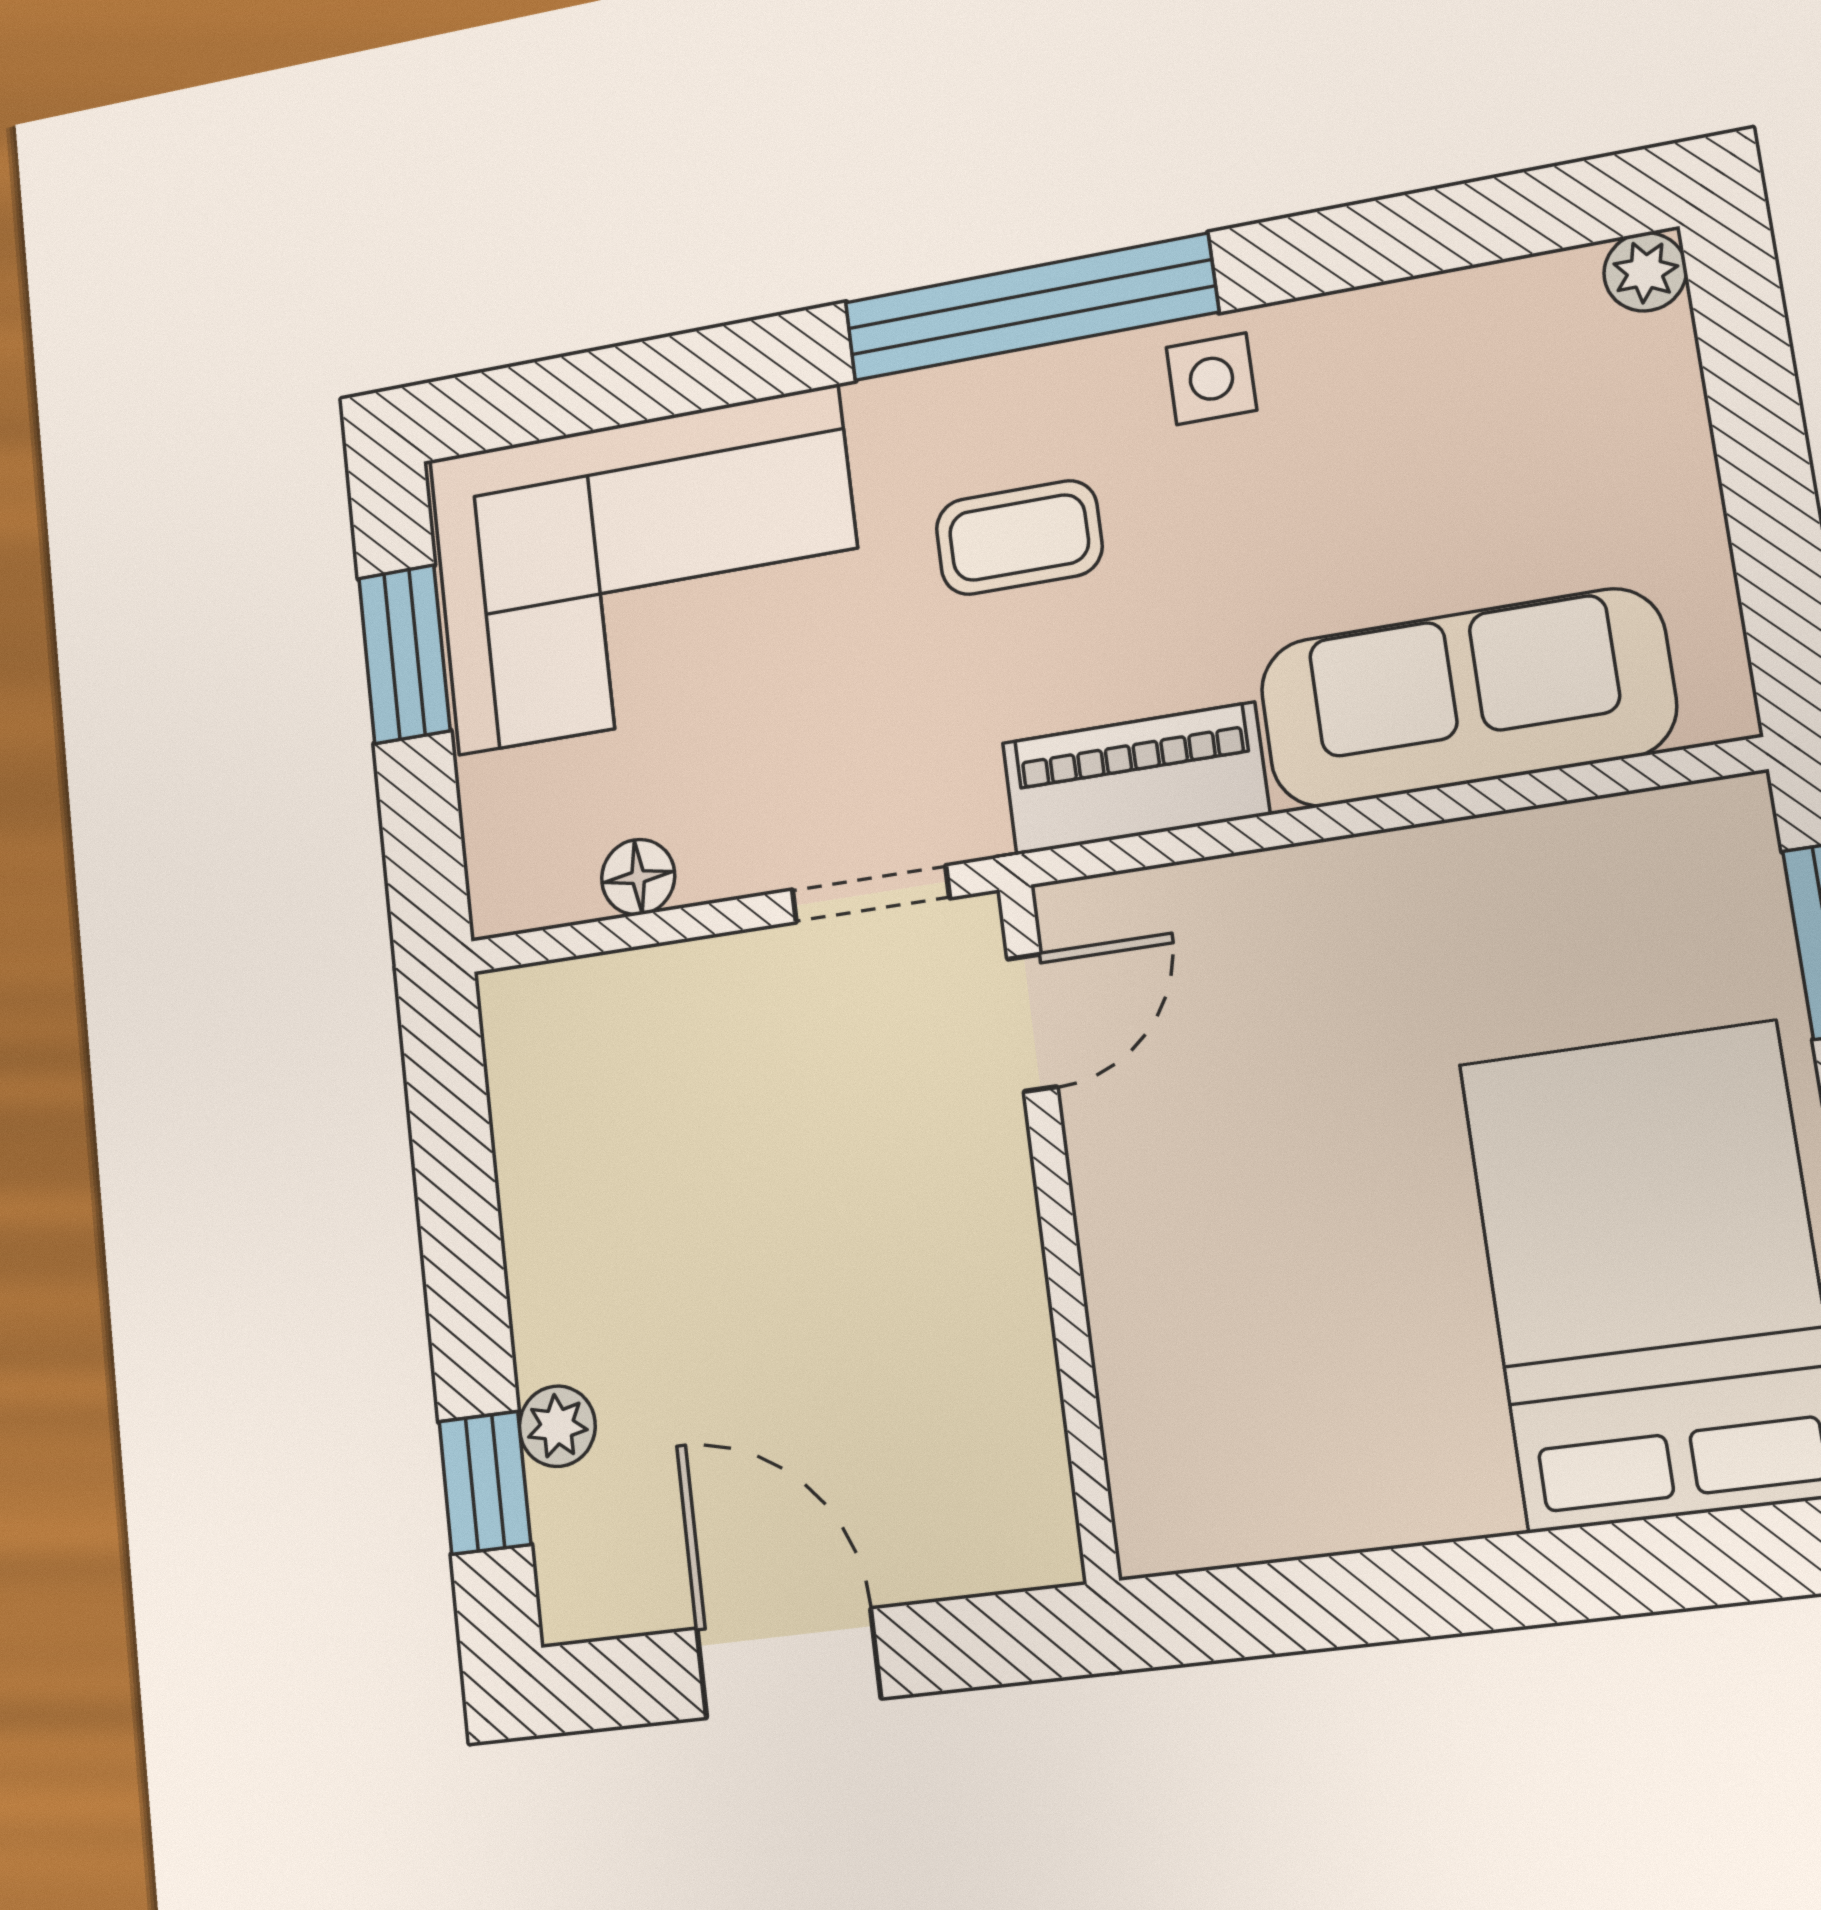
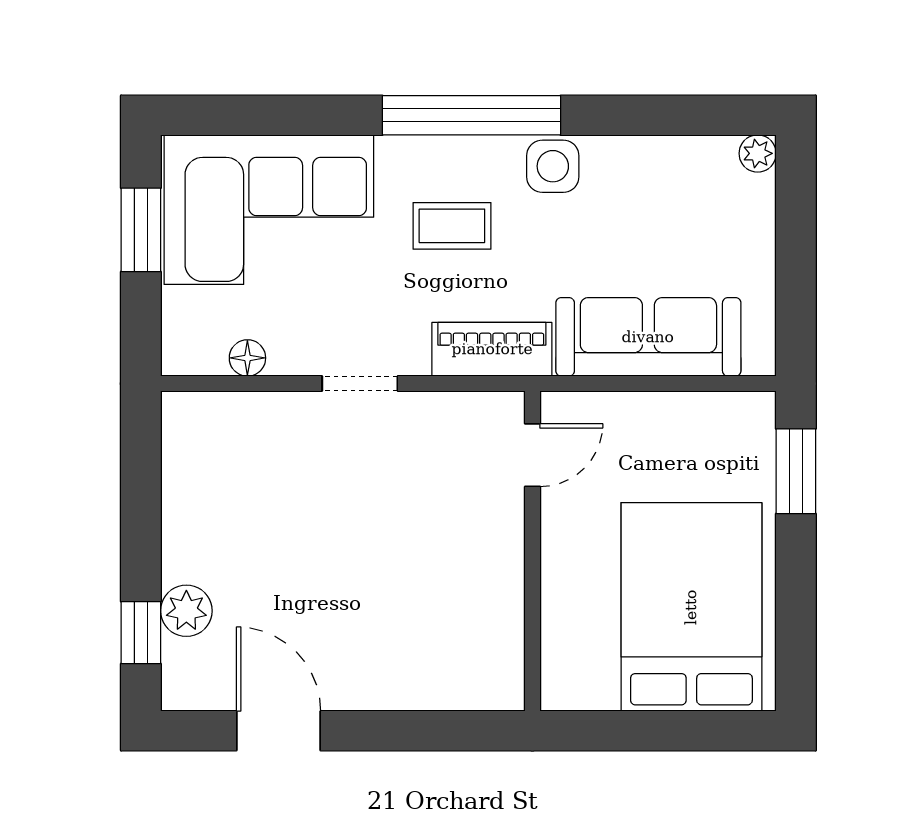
side table: (1211, 379) -> (553, 166), width x1.37, depth x1.37
door: (1032, 1023) -> (532, 455), moved
wall: (1058, 1229) -> (532, 551), moved
plant: (557, 1426) -> (186, 611), width x1.38, depth x1.38

